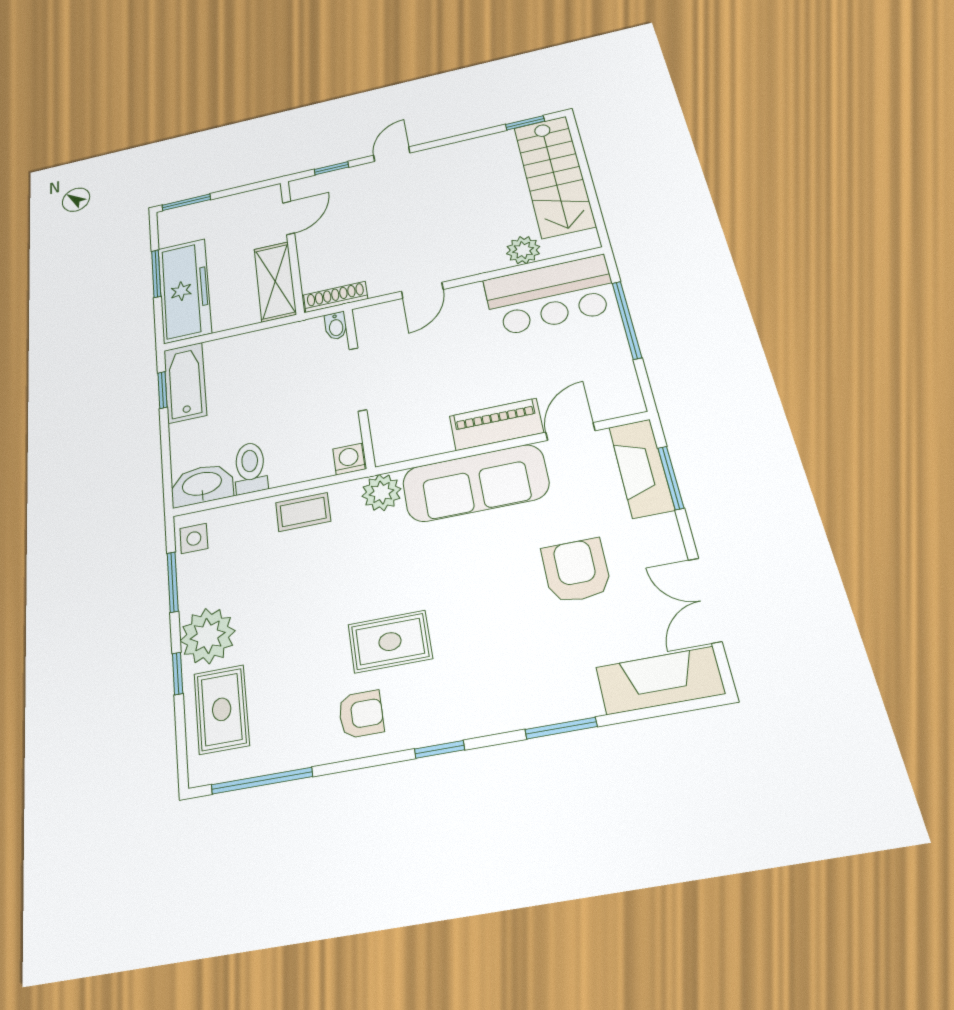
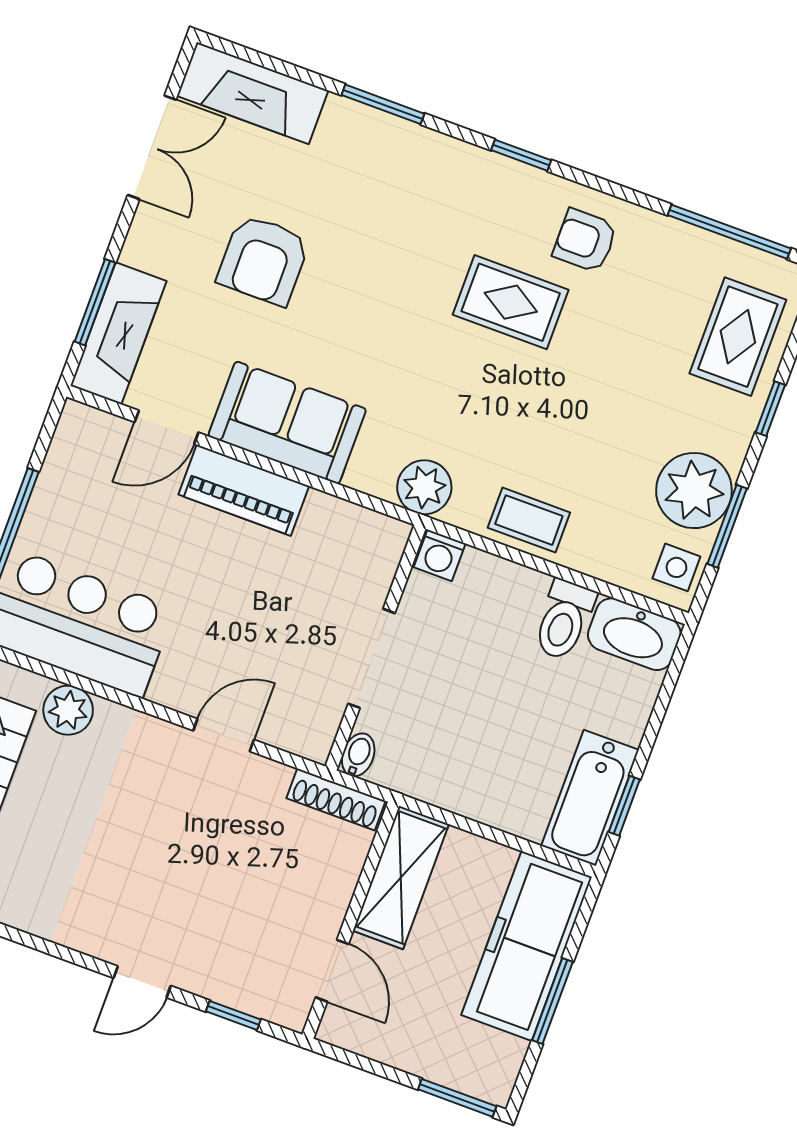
door: (289, 218) -> (332, 971), swing flipped
sofa: (475, 483) -> (287, 423), width x0.73
plant: (208, 636) -> (694, 491), moved

